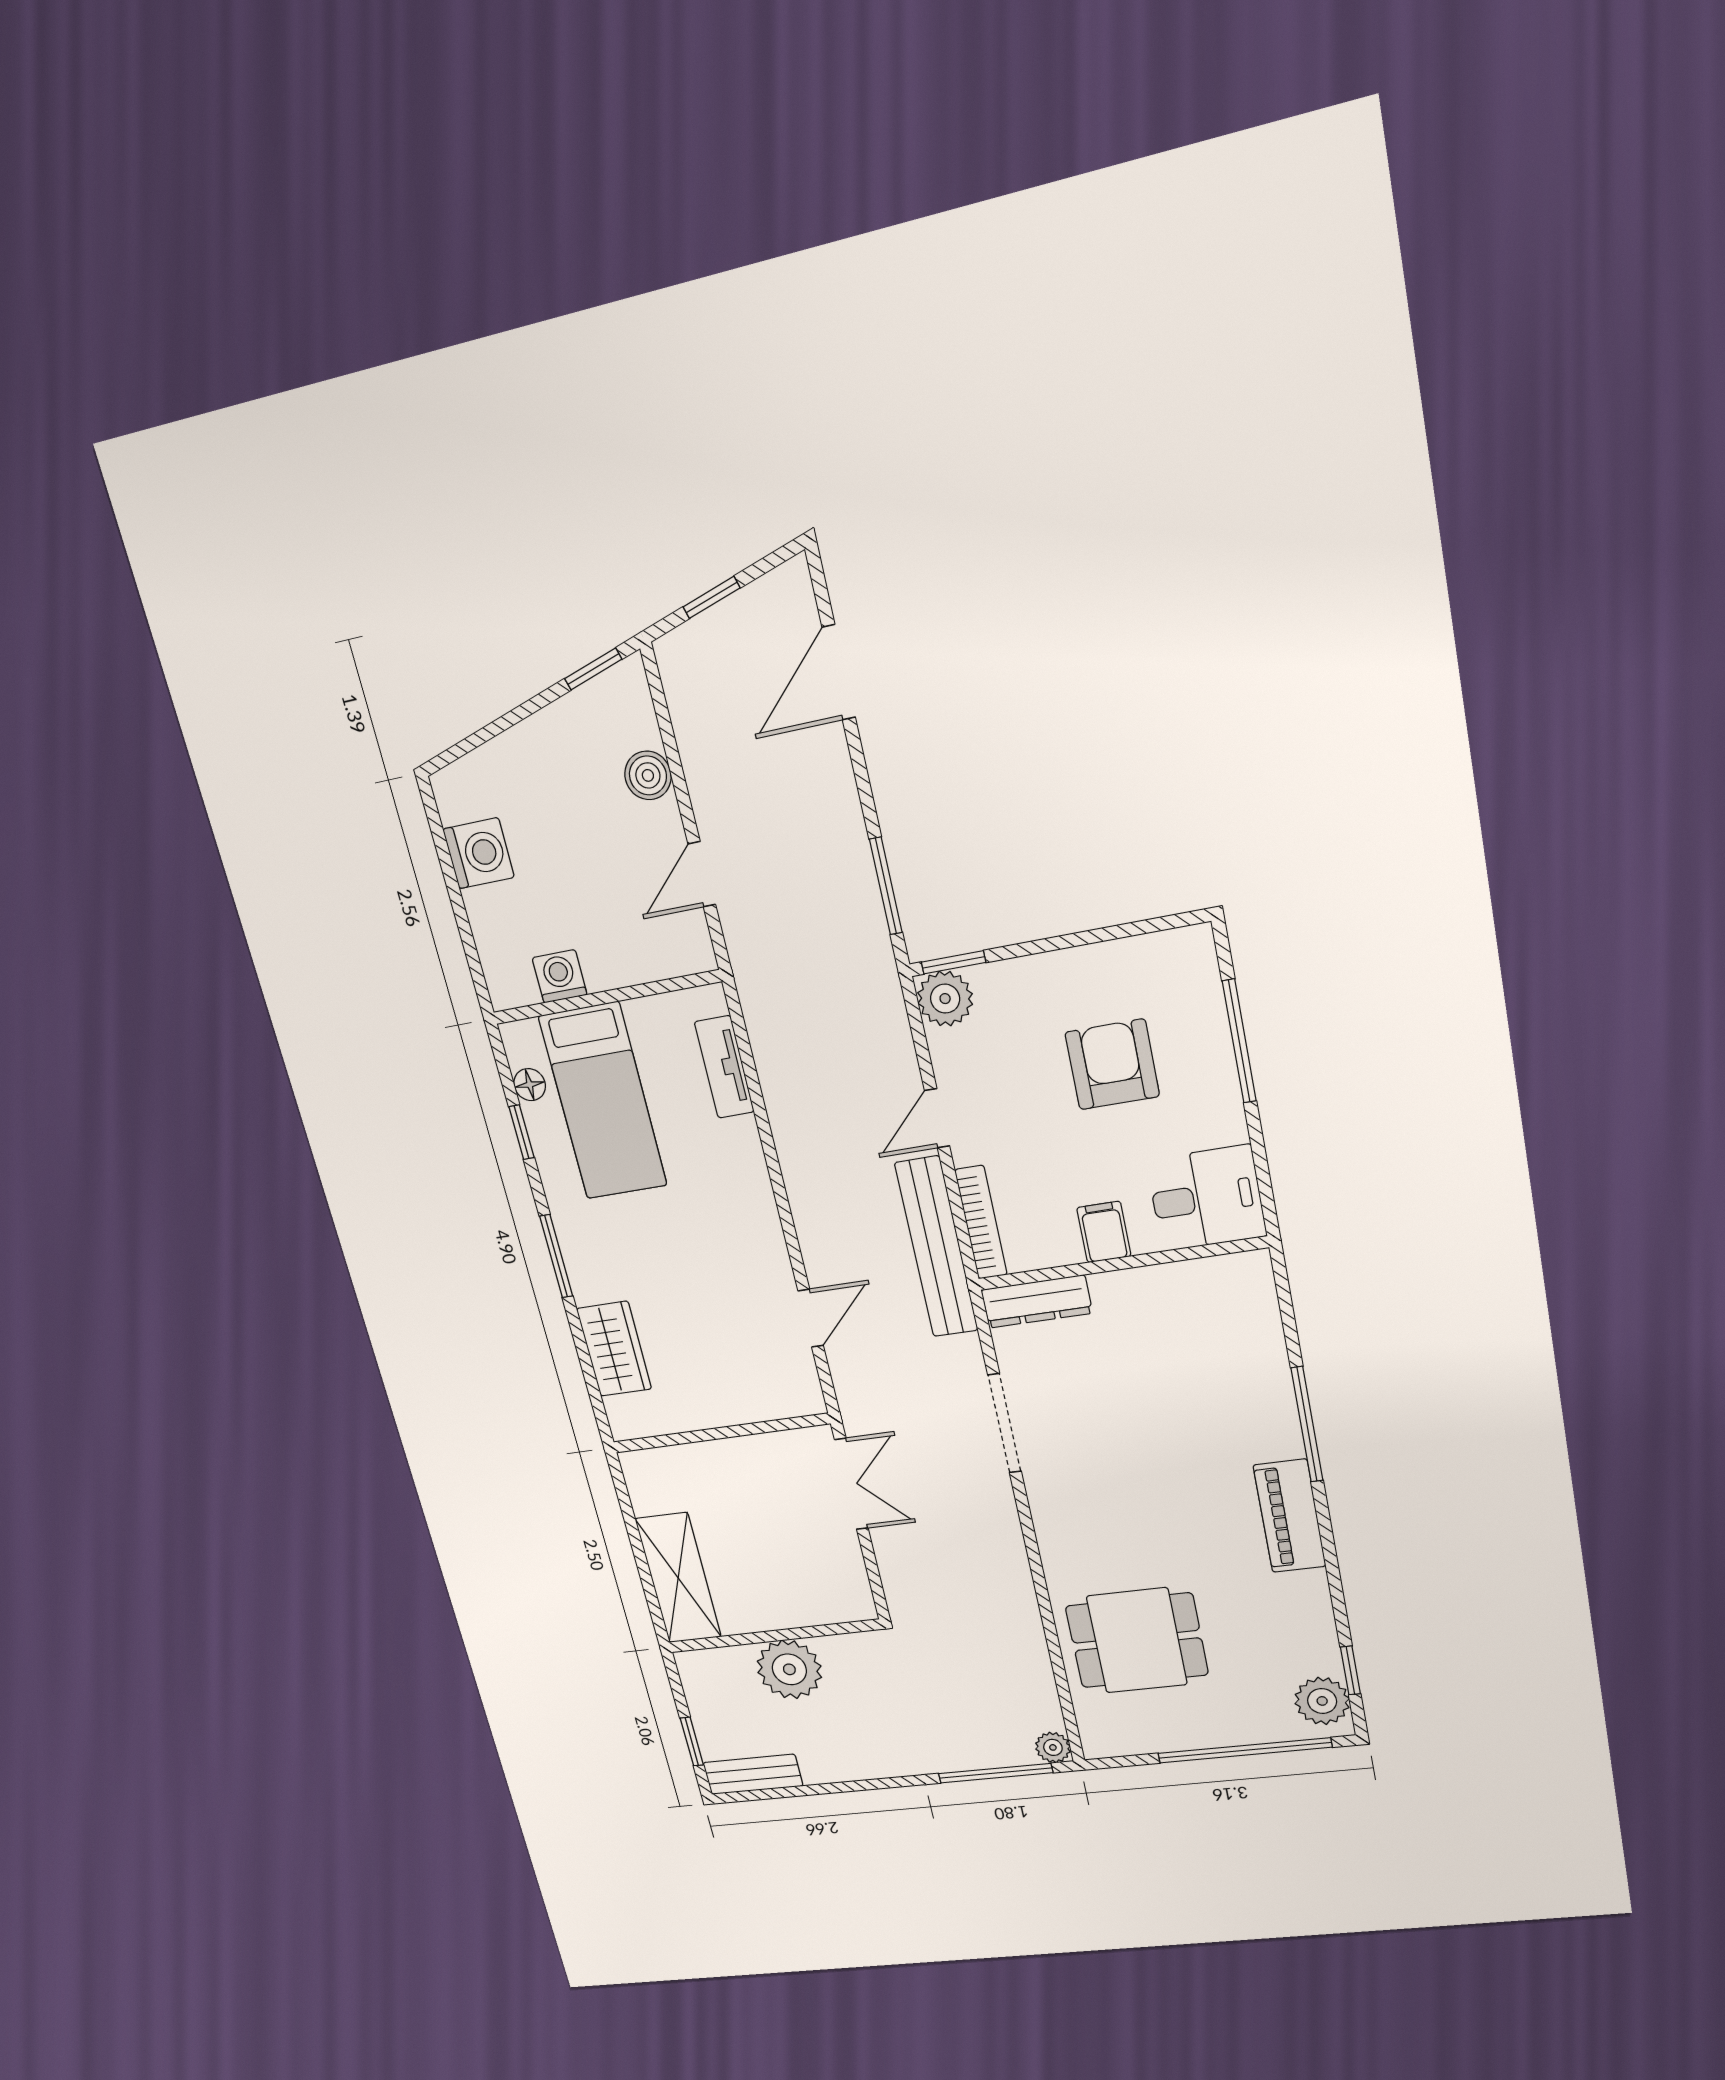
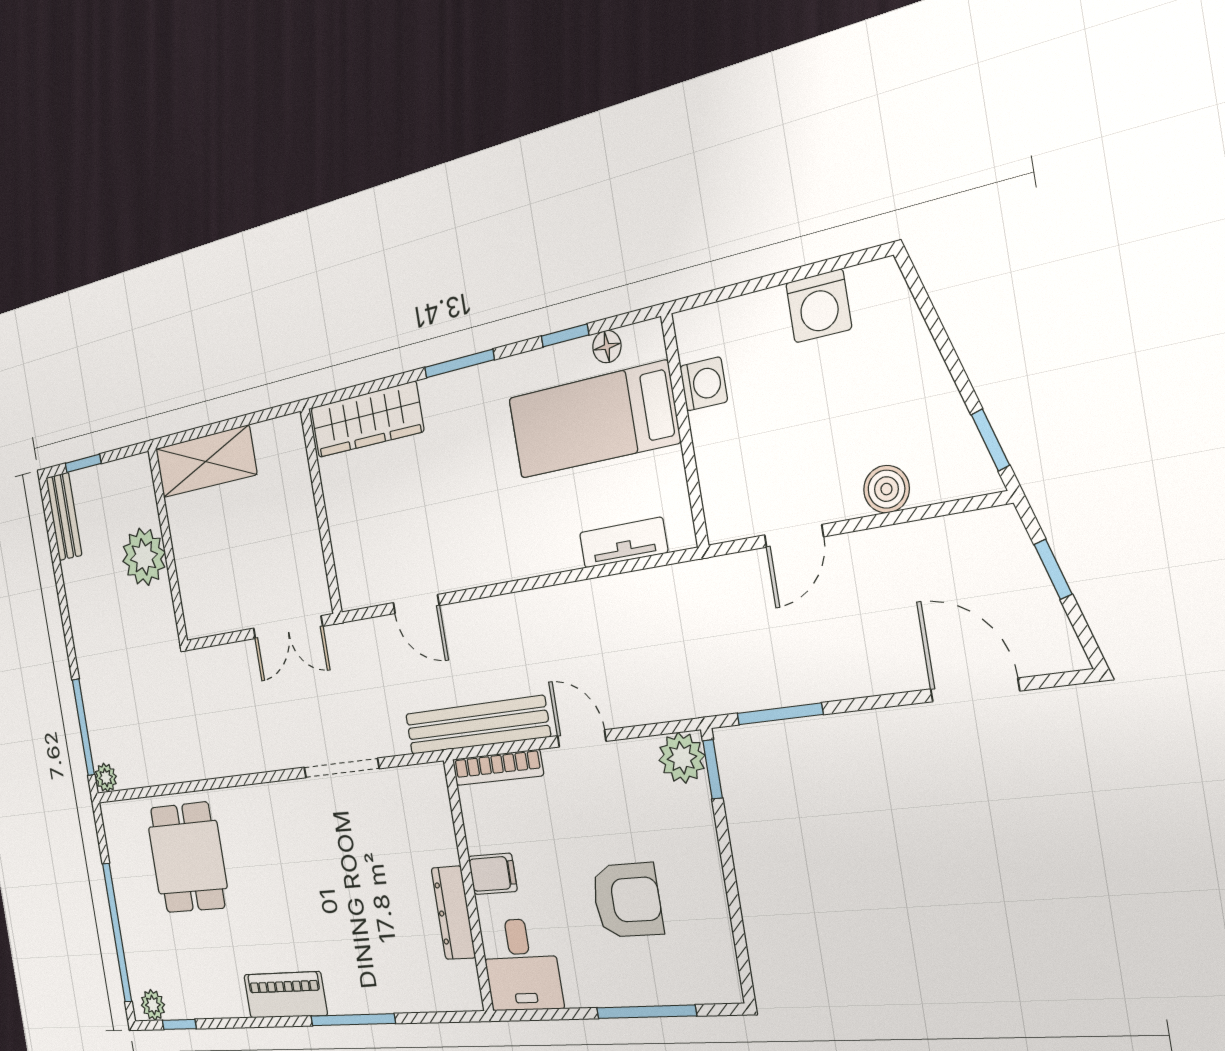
door: (702, 874) -> (794, 536), swing flipped
dresser: (1037, 1302) -> (453, 913), moved
wardrobe: (614, 1349) -> (367, 420), width x1.50
plant: (1322, 1701) -> (153, 1005), width x0.73, depth x0.73

